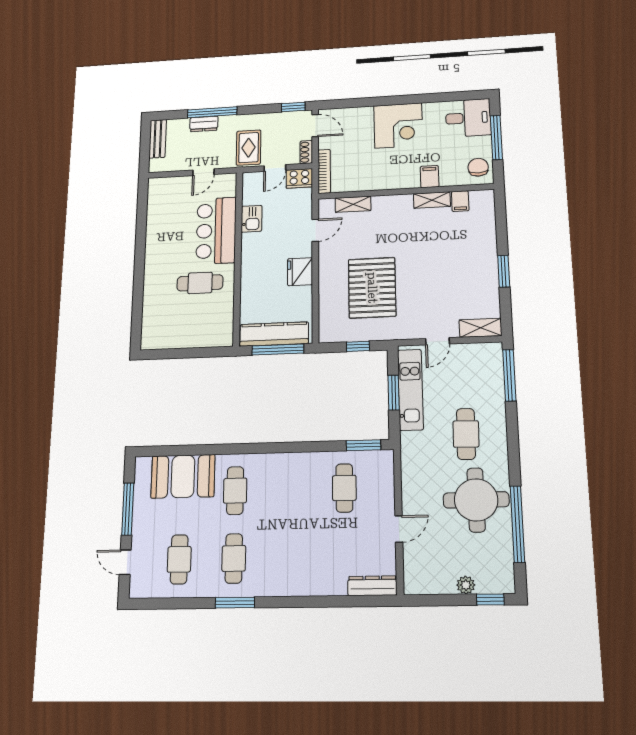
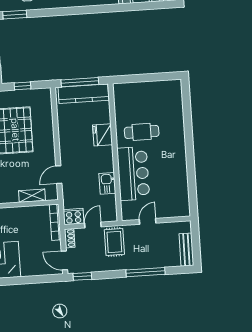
dresser: (204, 124) -> (151, 262), removed
fridge: (300, 272) -> (103, 135), moved, turned 180

